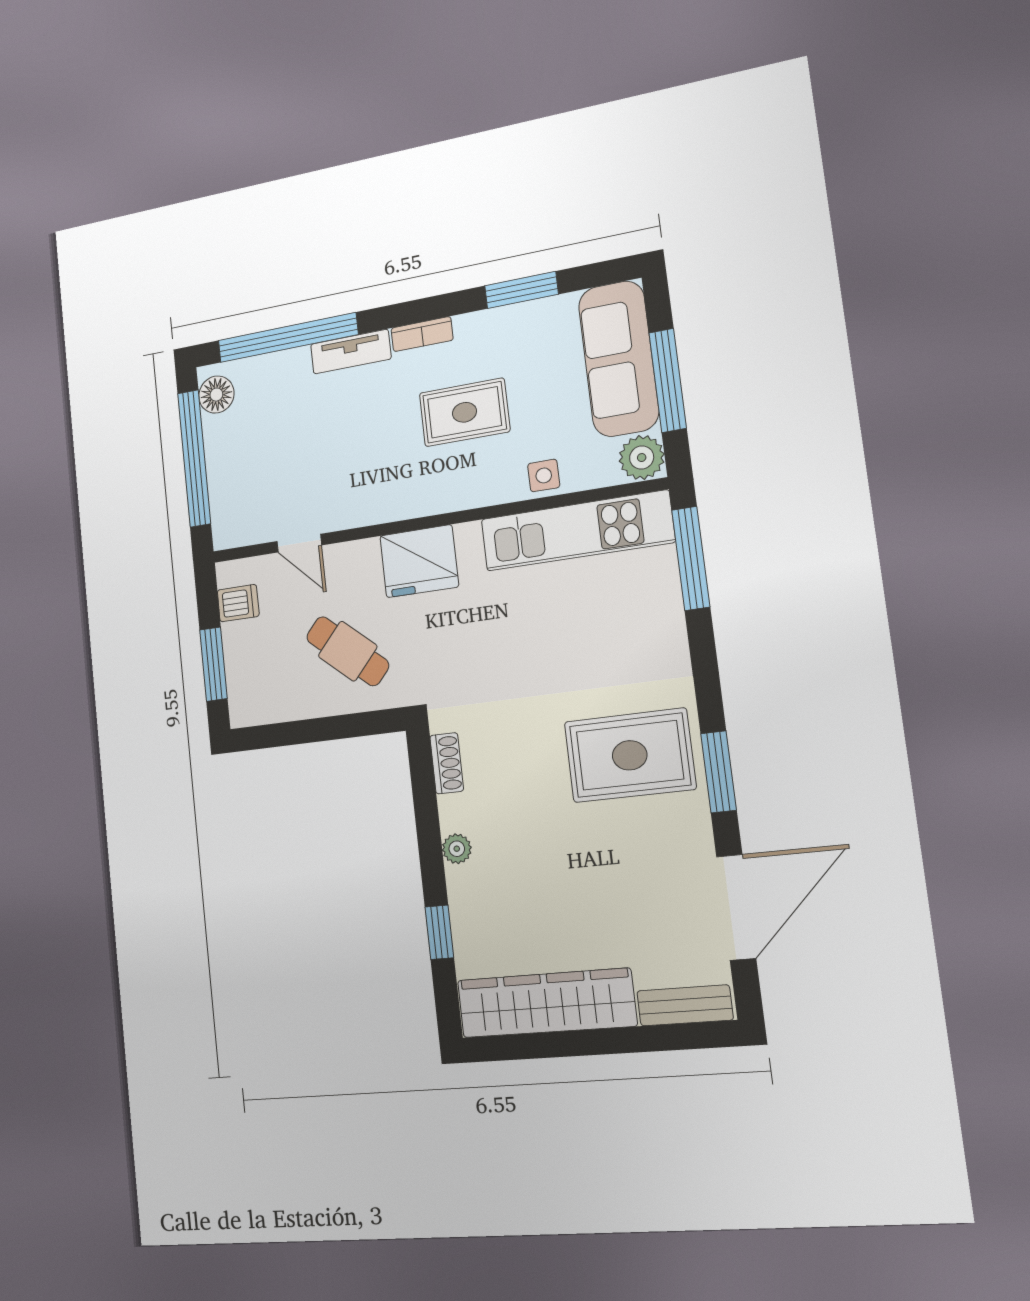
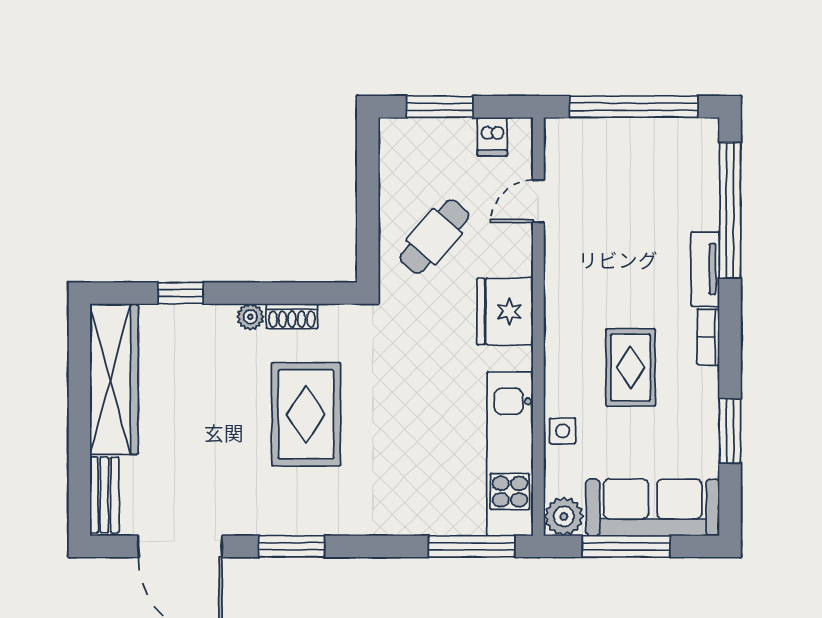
floor lamp: (216, 395) -> (690, 135), removed
rug: (630, 755) -> (306, 414), moved
shoe rack: (447, 763) -> (292, 316), moved

